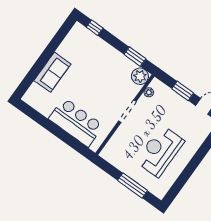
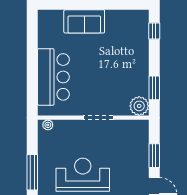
plant: (149, 92) -> (48, 125), moved

